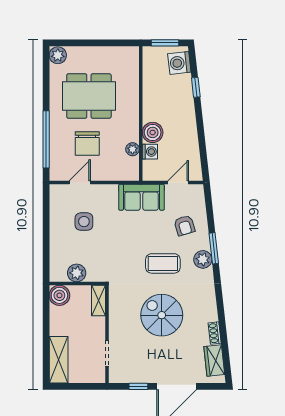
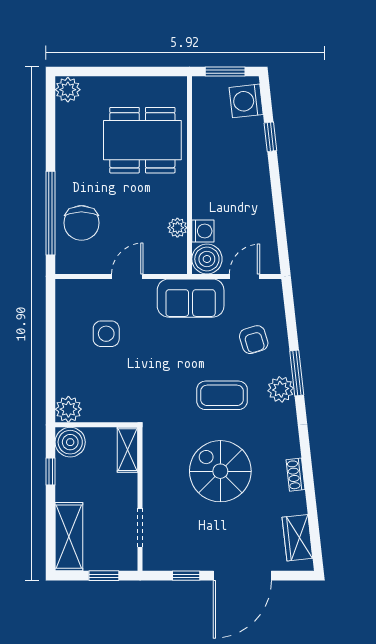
dining table: (89, 96) -> (142, 140), moved
boiler: (153, 132) -> (207, 259), moved
chair: (87, 143) -> (81, 223), moved
door: (80, 182) -> (127, 276), moved
plant: (77, 273) -> (68, 409), moved
window: (46, 315) -> (51, 472), added
shoe rack: (215, 333) -> (296, 475), moved
window: (82, 386) -> (104, 576), added

